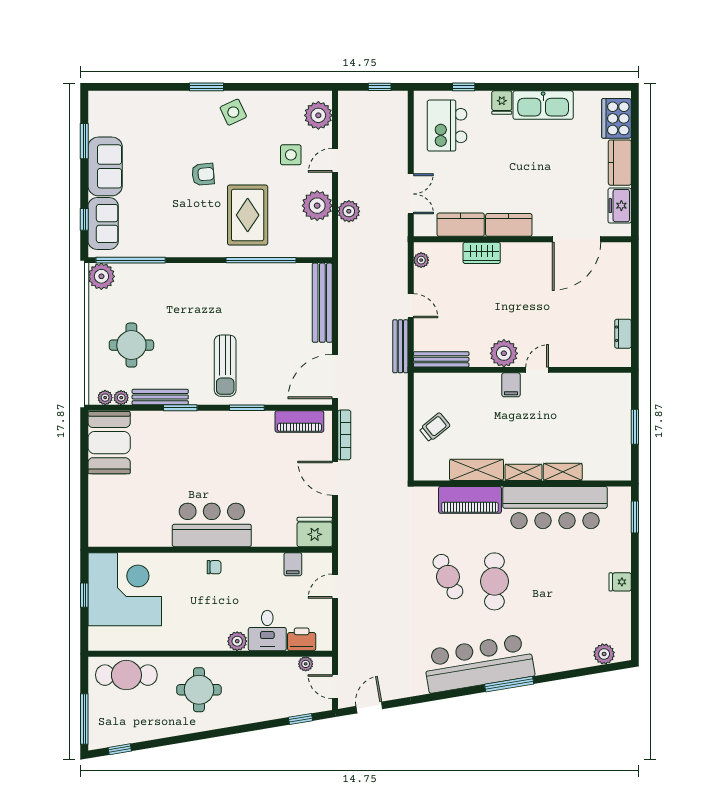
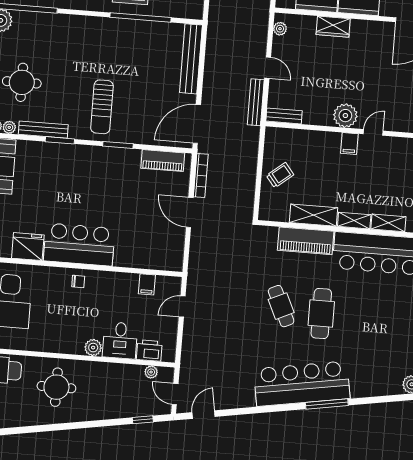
bench: (441, 359) -> (284, 116), width x0.73
fridge: (315, 532) -> (28, 247), moved

